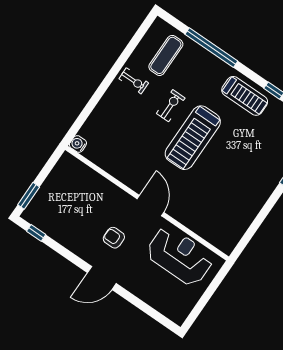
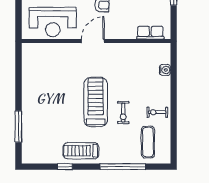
water cooler: (78, 144) -> (165, 70), moved
row of seats: (82, 172) -> (150, 33), added
door: (150, 206) -> (93, 41), swing flipped

